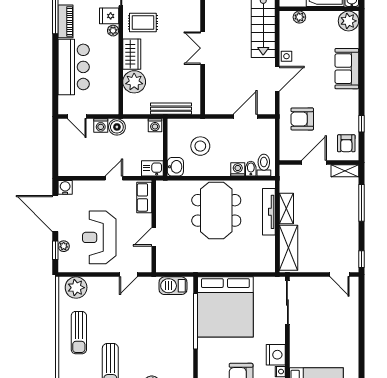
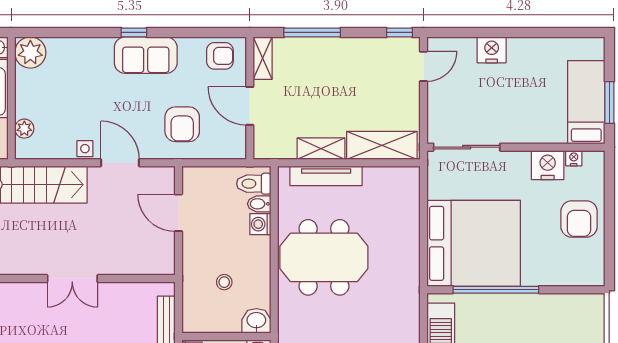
sofa: (347, 69) -> (146, 55), moved
window: (361, 124) -> (134, 32), moved
stool: (200, 146) -> (224, 282), width x0.53, depth x0.53
nightstand: (350, 319) -> (492, 50), added

